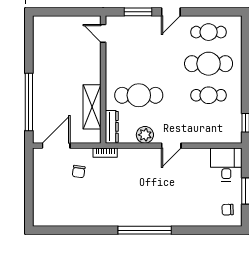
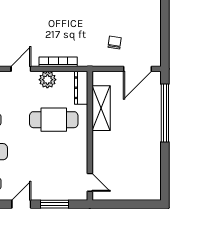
bookcase: (105, 153) -> (58, 62), moved, width x1.56

